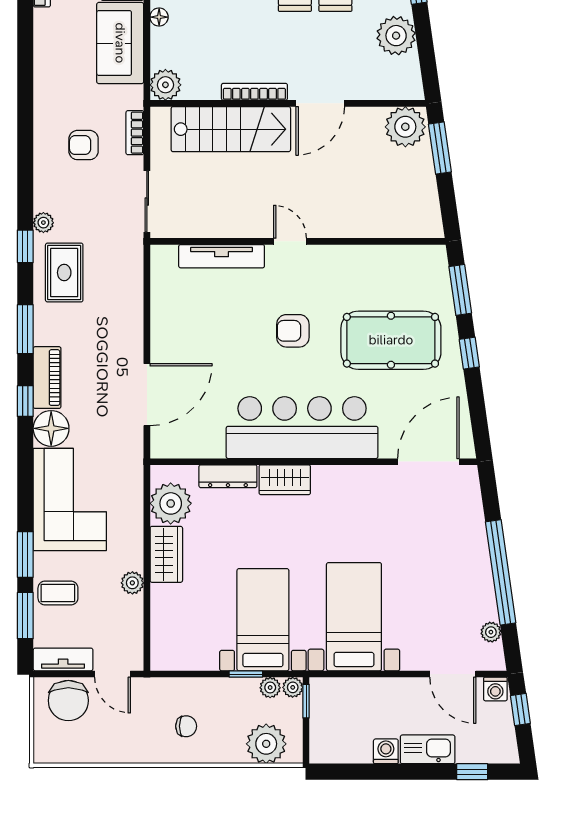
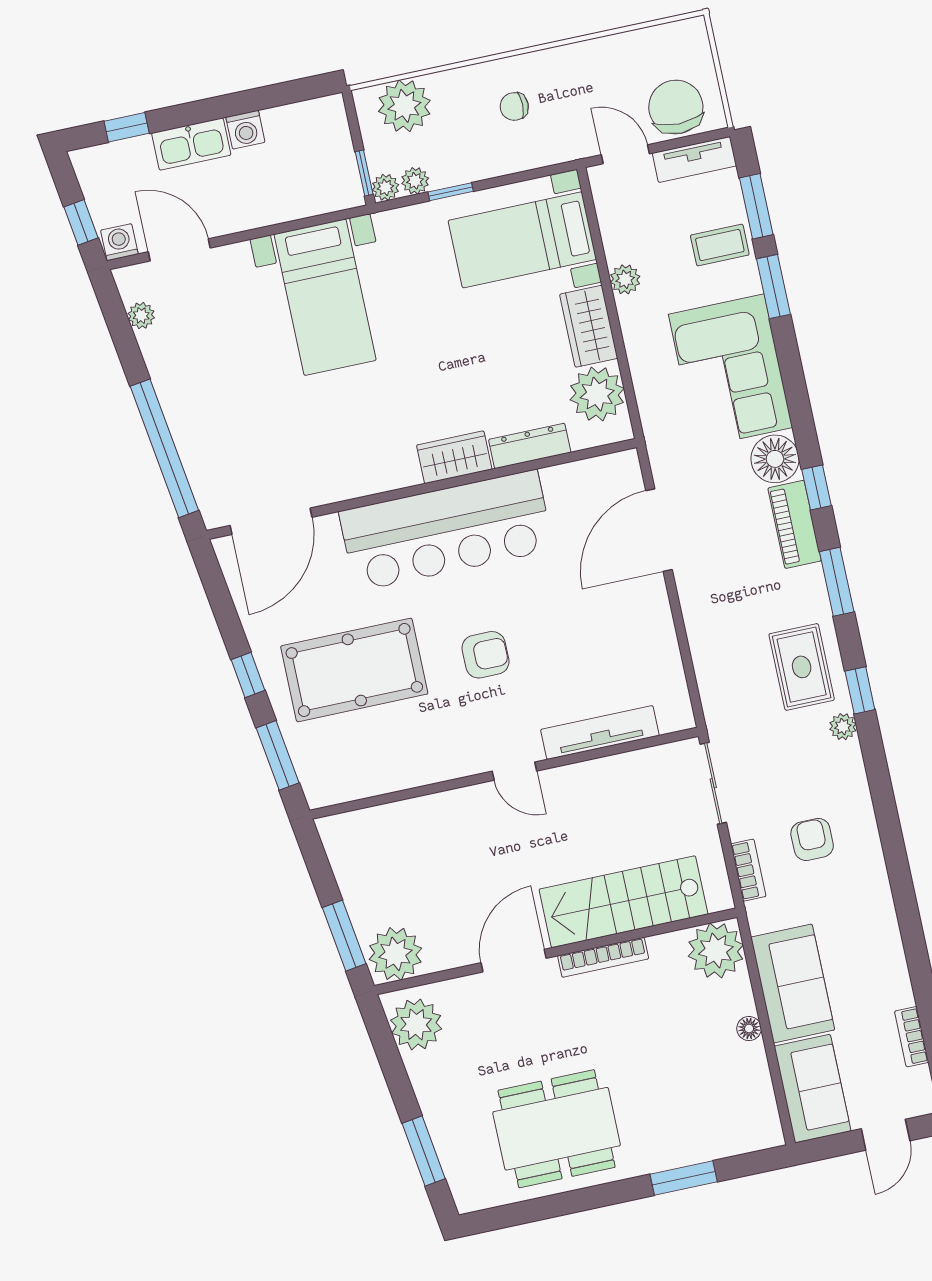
plant: (396, 36) -> (416, 1024), moved
plant: (165, 85) -> (716, 950), width x1.36, depth x1.36
armchair: (84, 145) -> (812, 839), turned -90
window: (501, 572) -> (164, 448), moved
bed with nightstands: (263, 620) -> (522, 240), moved, turned 90

